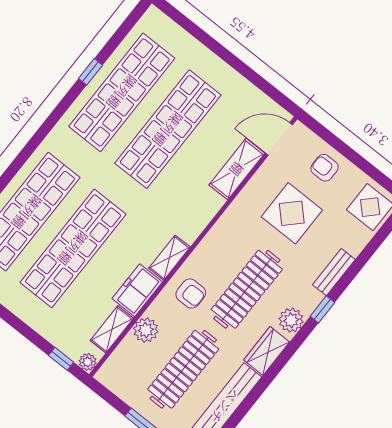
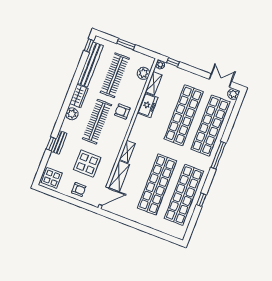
window: (30, 148) -> (218, 155), added
shelving: (169, 258) -> (127, 152), moved
window: (322, 309) -> (51, 144), moved
plant: (146, 330) -> (143, 73), moved

